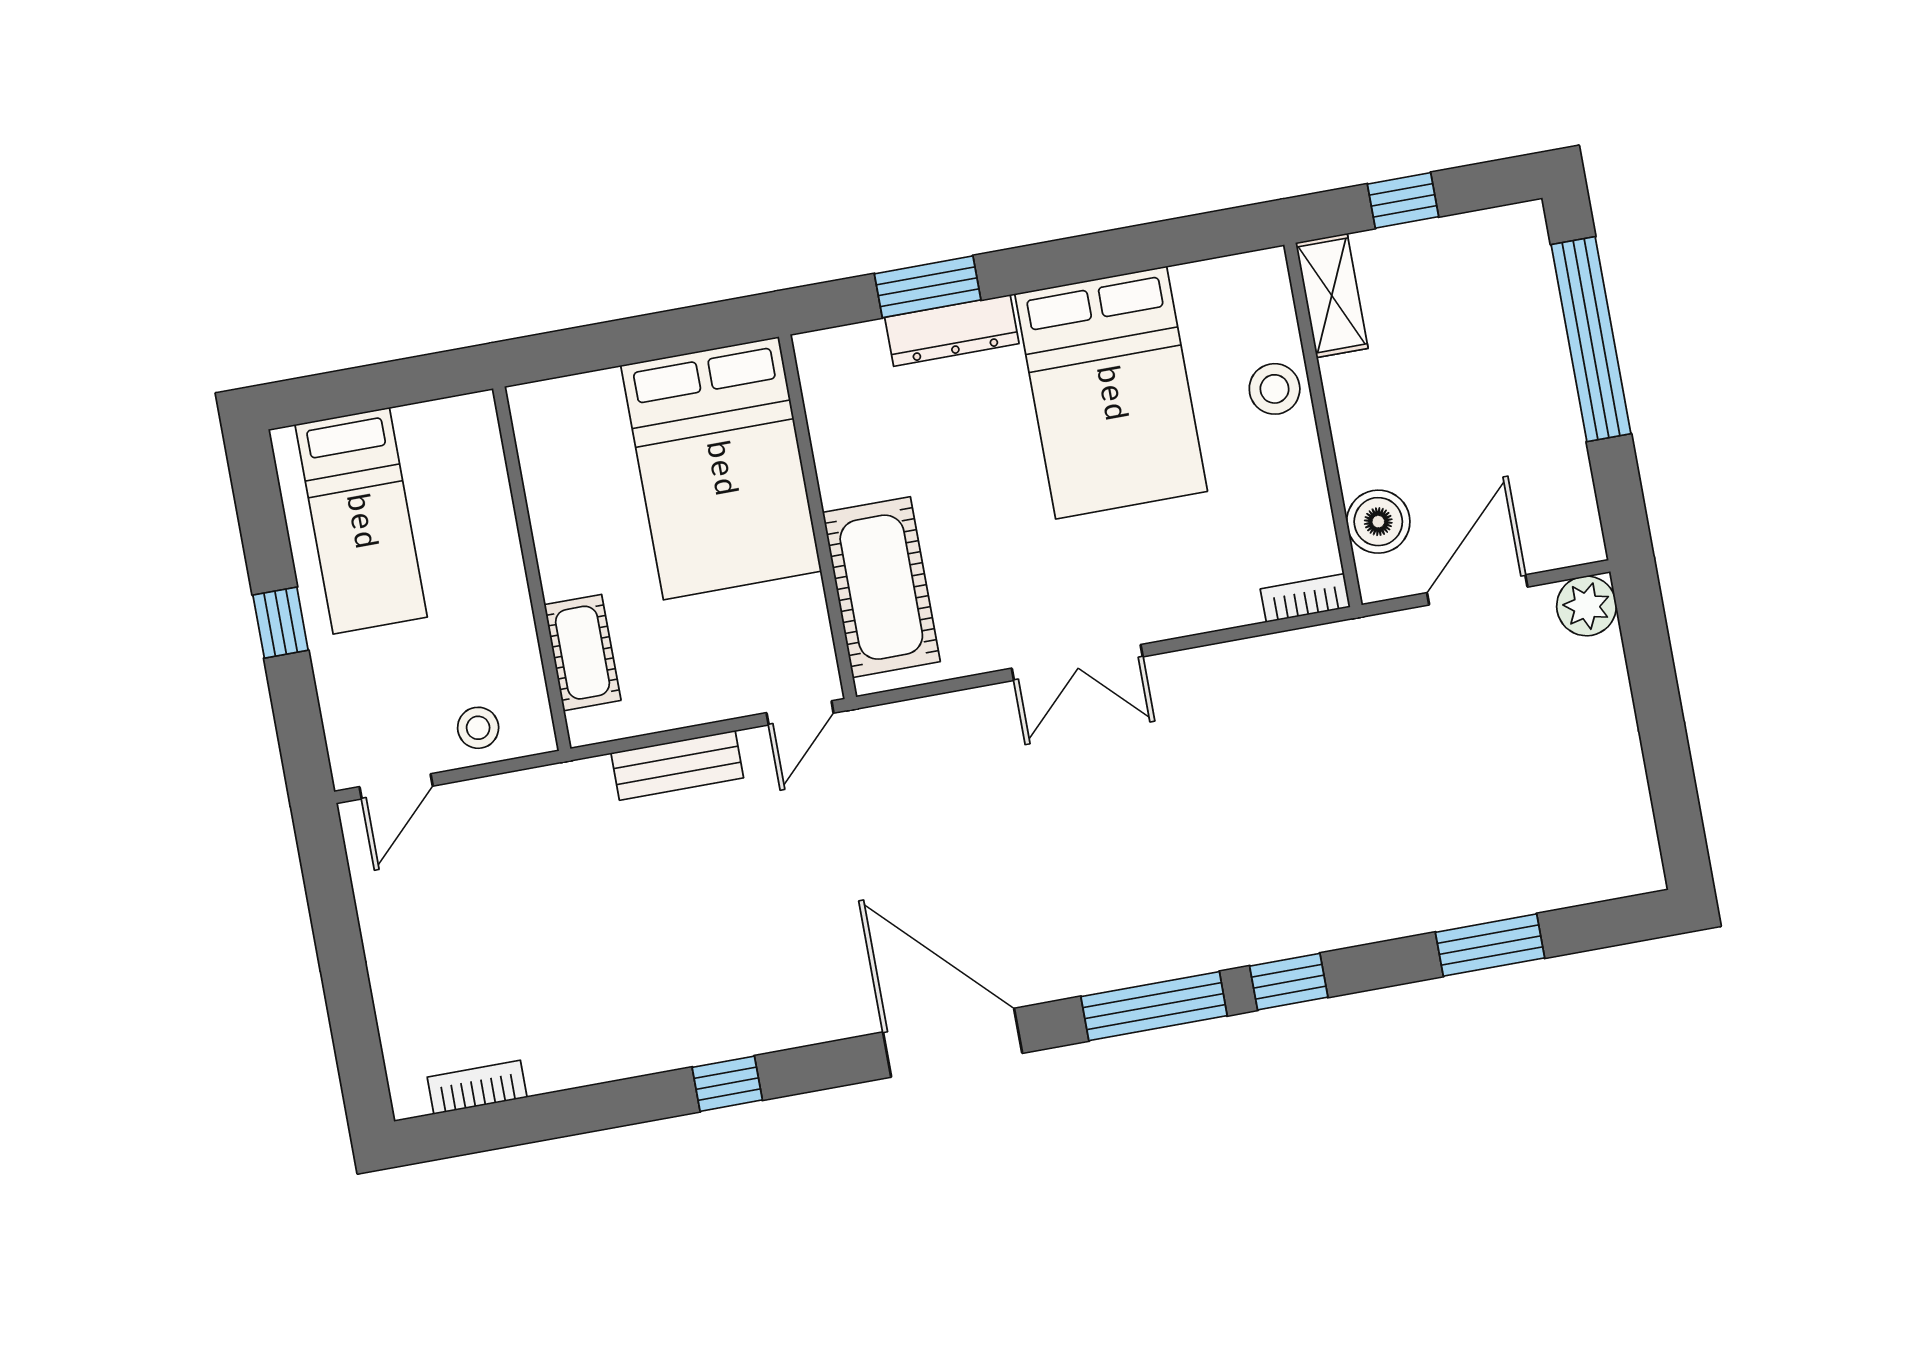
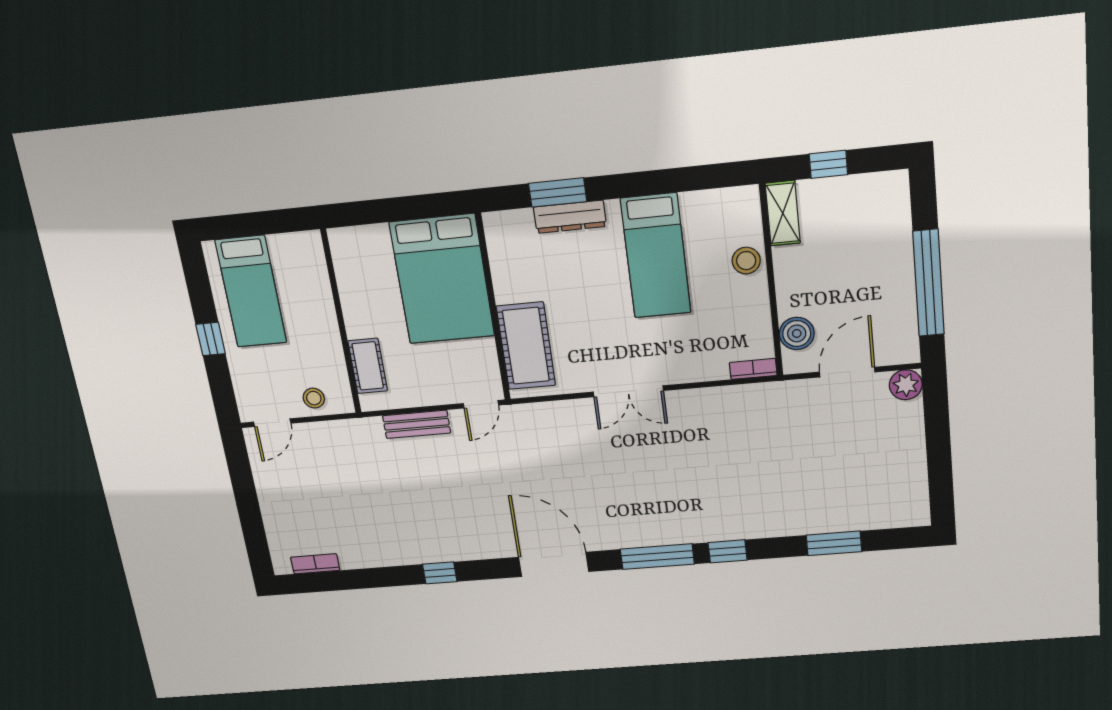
window: (1591, 339) -> (928, 283), moved
bed: (1111, 393) -> (656, 256), width x0.67

